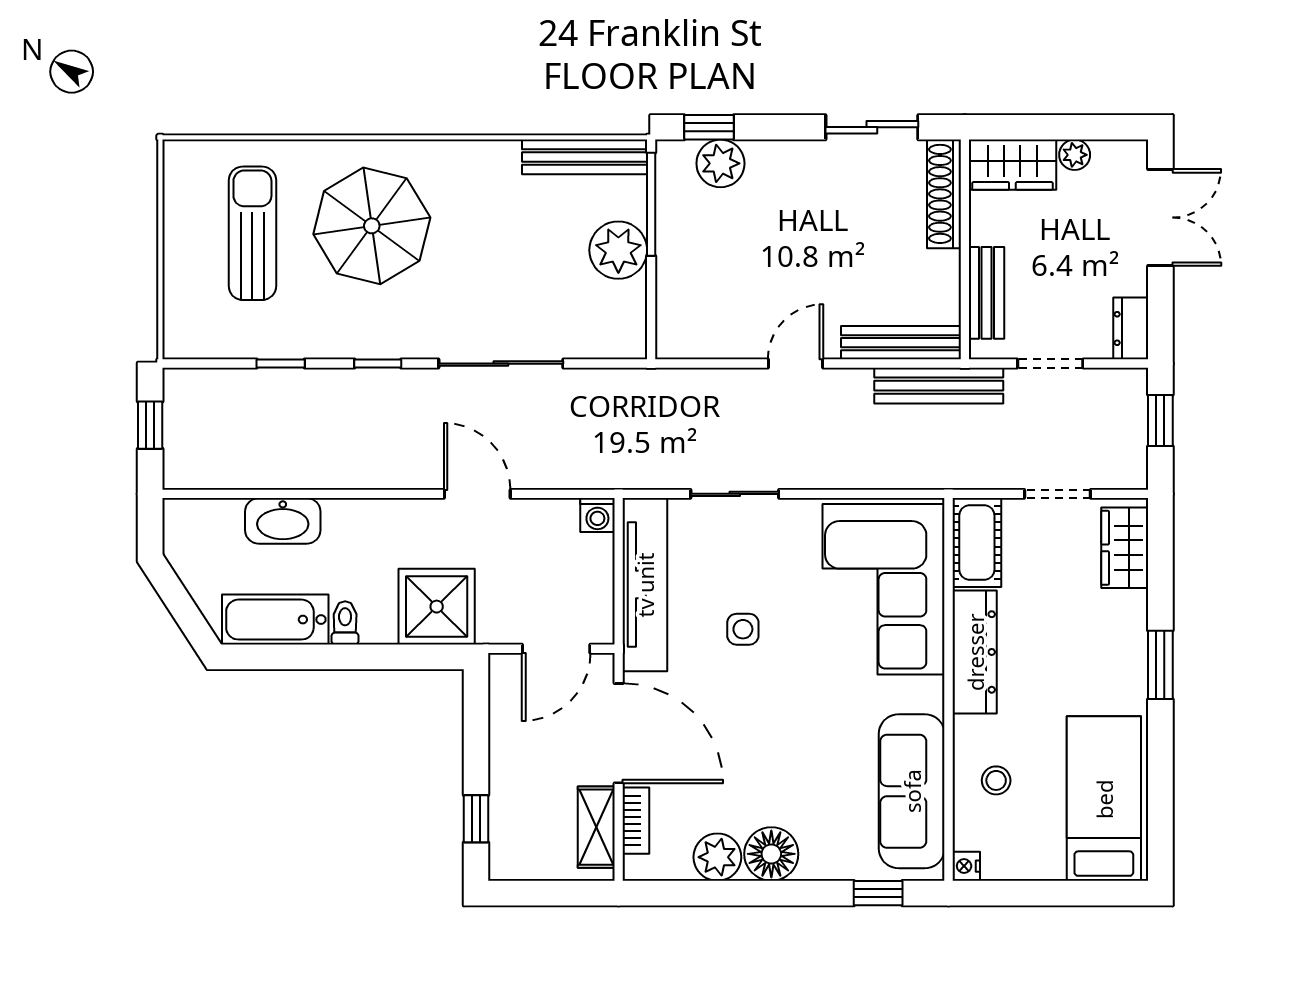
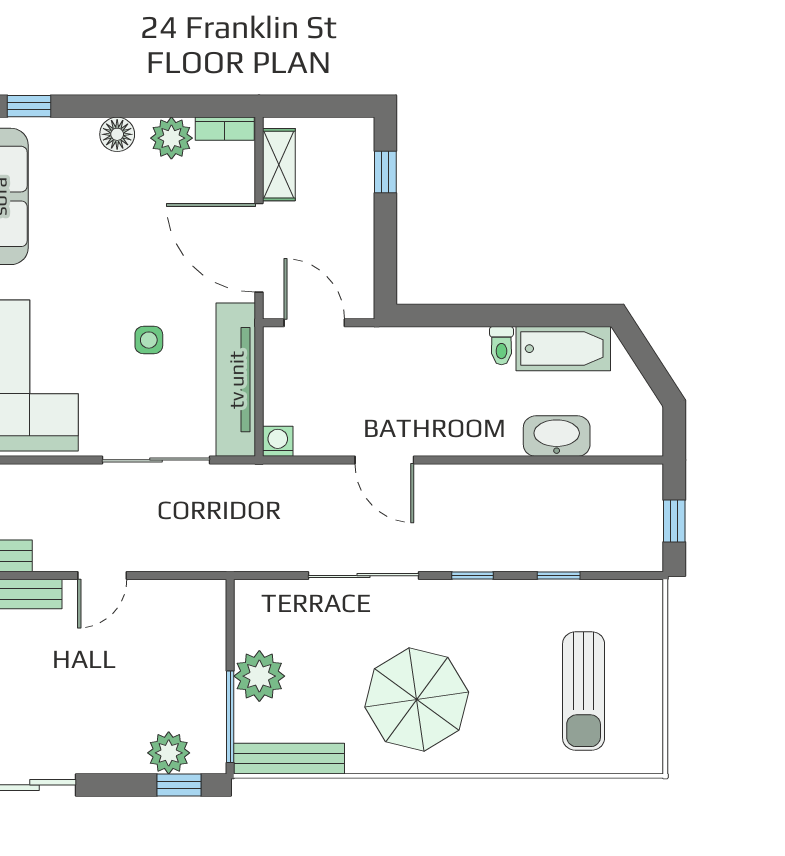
parasol: (372, 226) -> (417, 700), moved
sliding door: (735, 494) -> (156, 460), width x1.37
shower: (437, 607) -> (420, 360), removed
door: (556, 649) -> (314, 323), hinge flipped
bookcase: (636, 821) -> (225, 129), moved, turned -90
floor lamp: (771, 854) -> (117, 134), width x0.73, depth x0.73

